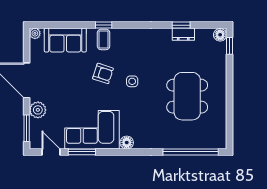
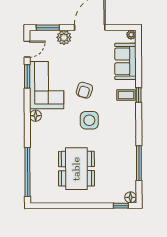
window: (181, 25) -> (139, 163), width x2.17
dresser: (183, 34) -> (131, 165), removed
armchair: (103, 73) -> (84, 90), moved
side table: (132, 81) -> (89, 120), width x1.87, depth x1.87
dining table: (187, 96) -> (76, 169), turned 90

